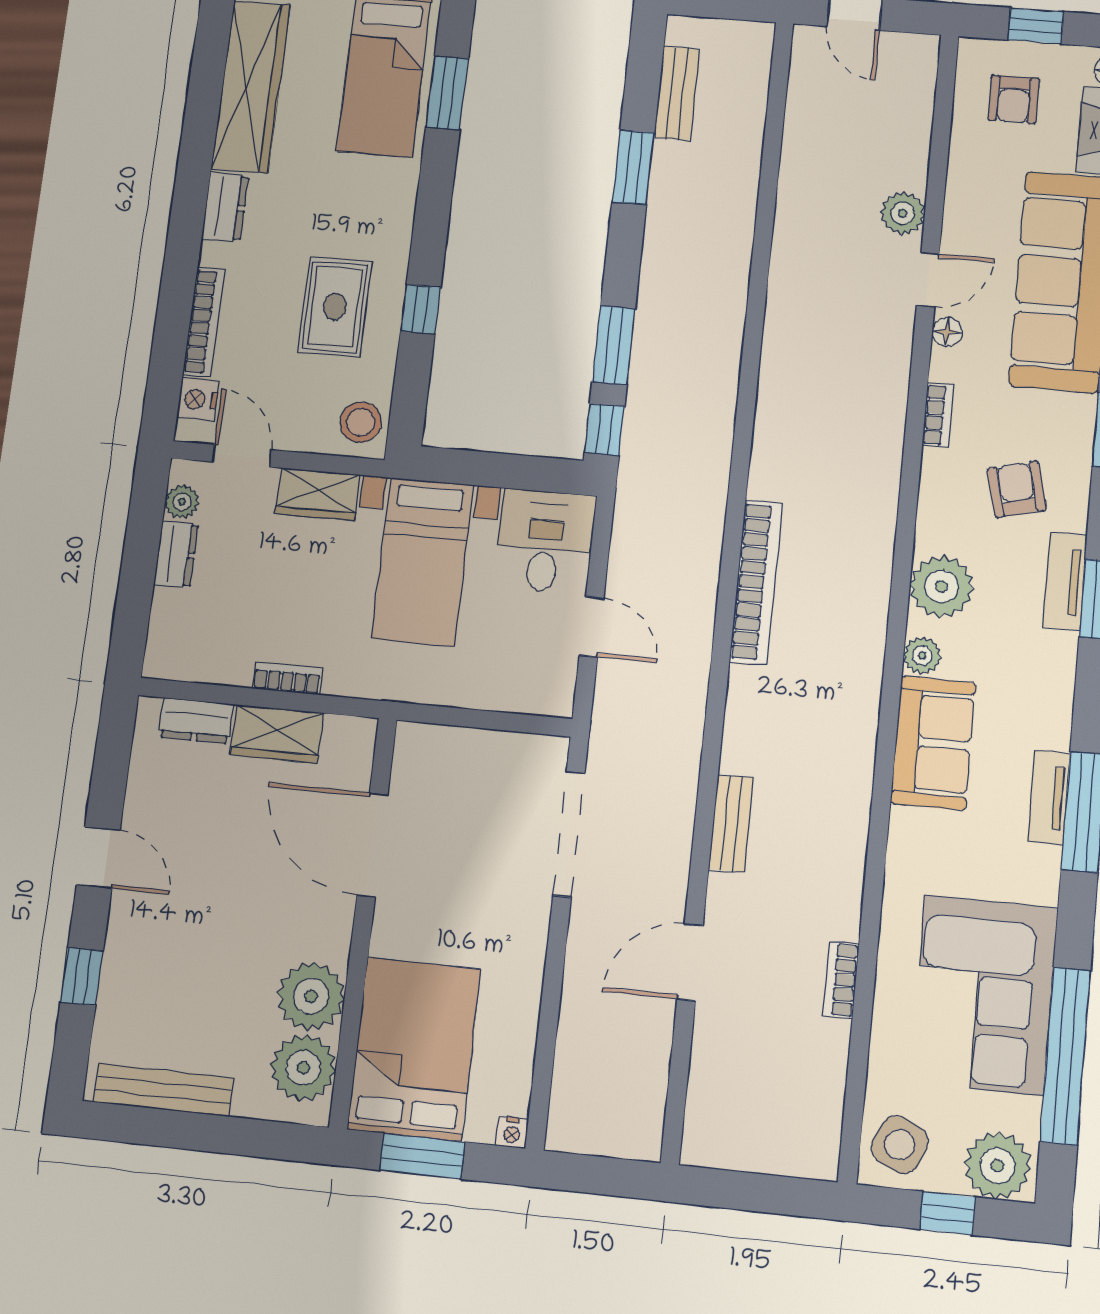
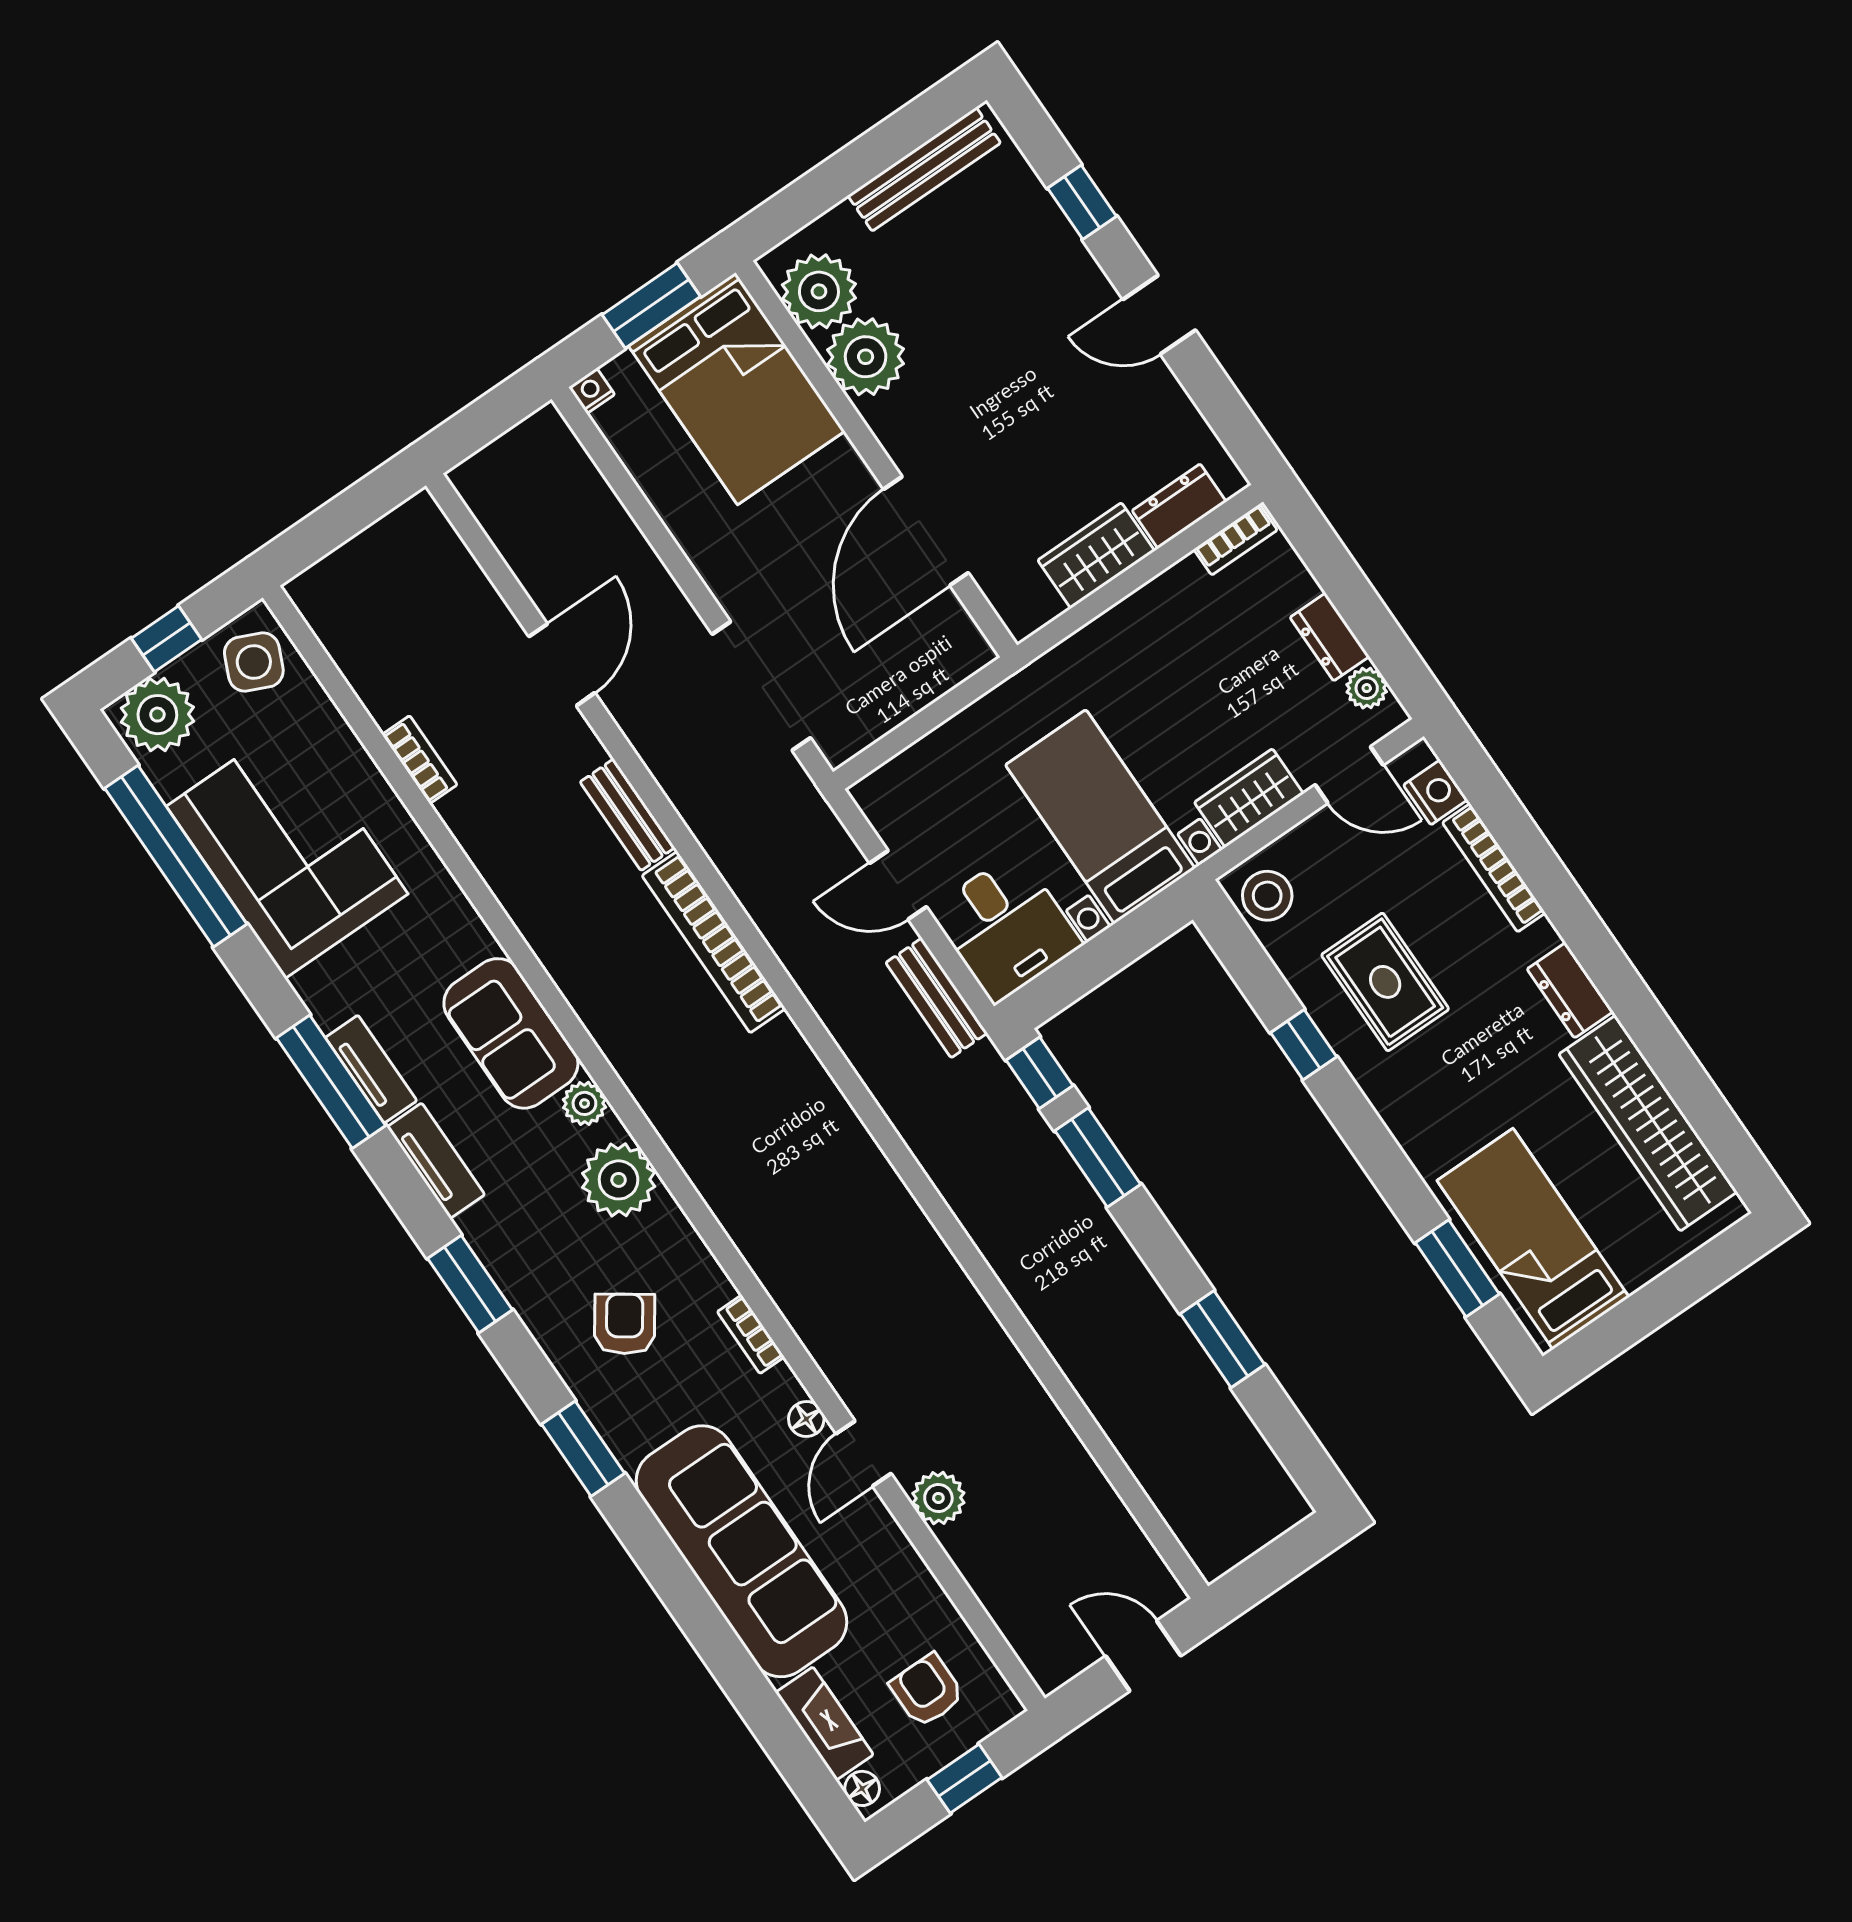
bench: (677, 93) -> (937, 998), moved
armchair: (1017, 489) -> (625, 1324), turned -131
bookcase: (756, 582) -> (714, 942), moved
tv unit: (1065, 582) -> (436, 1161), moved
bookcase: (288, 678) -> (1236, 540), moved
door: (372, 845) -> (926, 531), swing flipped

